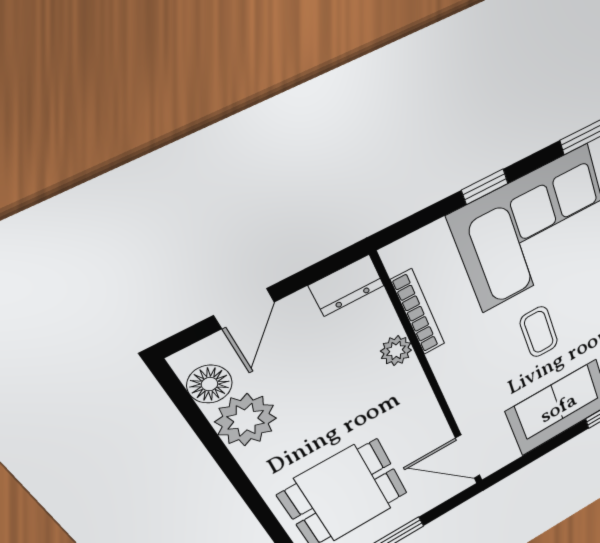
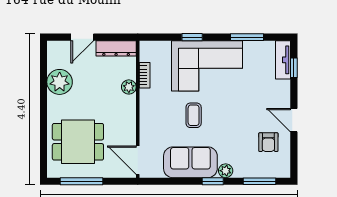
dresser: (347, 285) -> (116, 48), width x1.44
bookcase: (418, 312) -> (145, 75), width x0.64
floor lamp: (210, 384) -> (55, 59), removed

